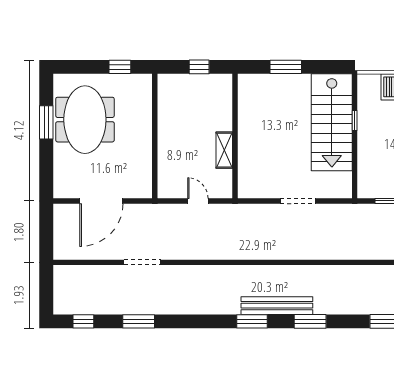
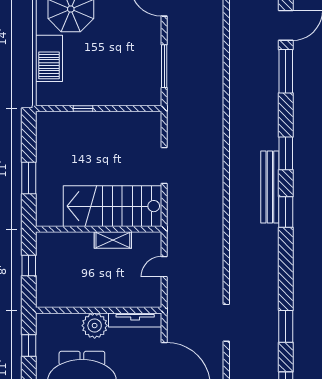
stairs: (332, 122) -> (112, 206), moved, turned 180
plant: (140, 132) -> (95, 326), added
tv unit: (145, 172) -> (135, 320), added

